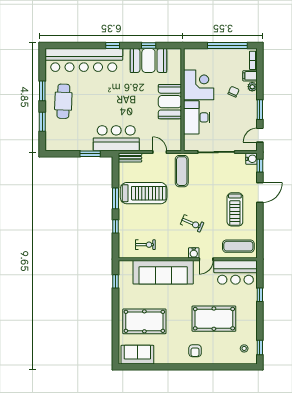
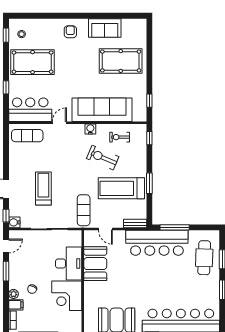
cafe table: (63, 101) -> (204, 258), moved
booth: (170, 102) -> (95, 264), moved
bar counter: (116, 138) -> (157, 243), width x1.36
window: (90, 154) -> (175, 227), width x1.44
treadmill: (235, 209) -> (43, 189), moved
exercise bike: (192, 223) -> (103, 158), moved, width x1.38, depth x1.39
window: (116, 226) -> (149, 138), moved
water cooler: (194, 253) -> (90, 129), moved
pool table: (214, 319) -> (33, 62), moved
sofa: (137, 355) -> (105, 28), moved

